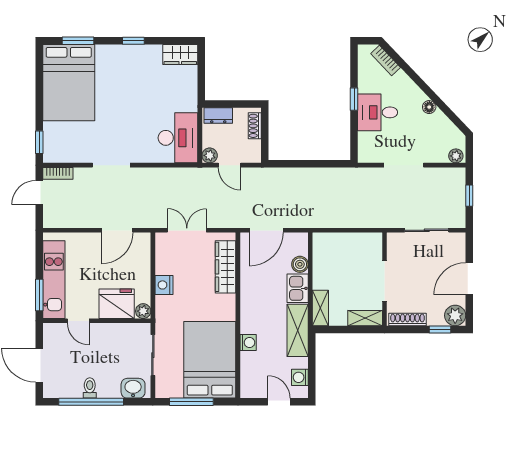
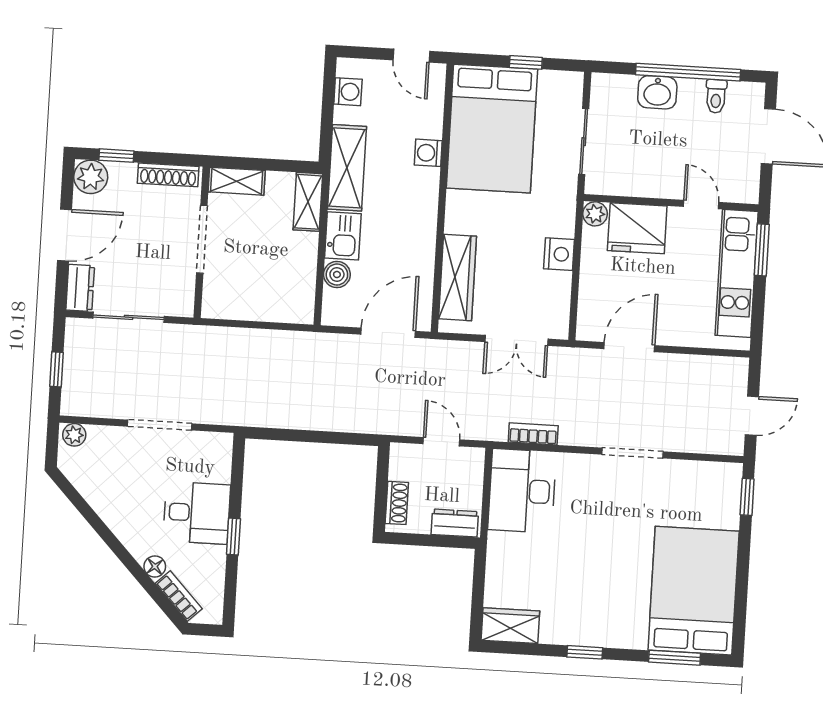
floor lamp: (429, 107) -> (155, 566), moved
plant: (210, 155) -> (473, 459), removed
bookcase: (58, 173) -> (533, 434), moved
dresser: (458, 247) -> (80, 288), added
toilet: (90, 388) -> (716, 96), moved
washbasin: (133, 388) -> (657, 92), moved
window: (191, 402) -> (526, 62), width x0.46
door: (279, 402) -> (411, 56), moved

